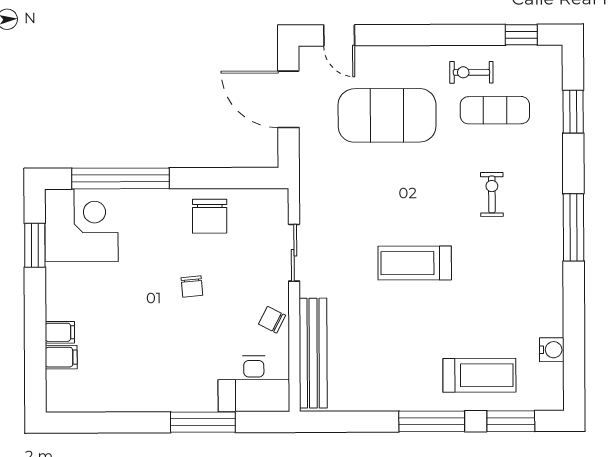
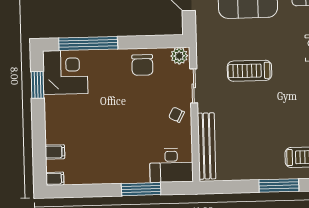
plant: (271, 202) -> (179, 56), added
treadmill: (415, 263) -> (249, 71), moved
chair: (192, 286) -> (133, 108), removed
chair: (272, 320) -> (177, 115), moved
filing cabinet: (60, 332) -> (55, 179), moved

